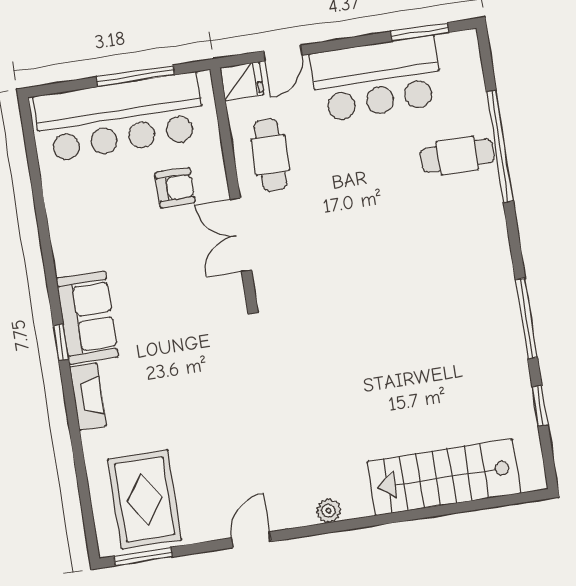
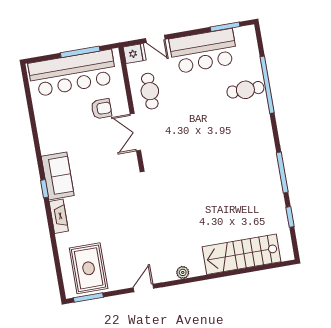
door: (283, 53) -> (155, 39), hinge flipped

